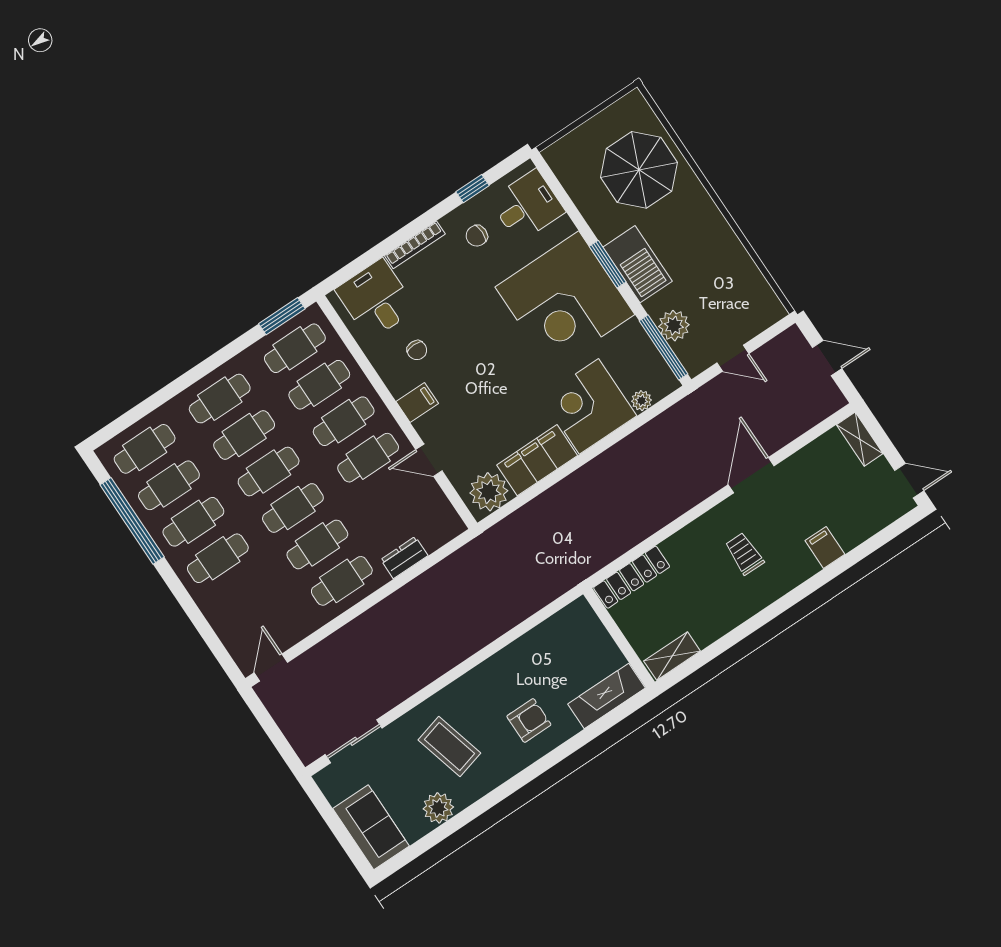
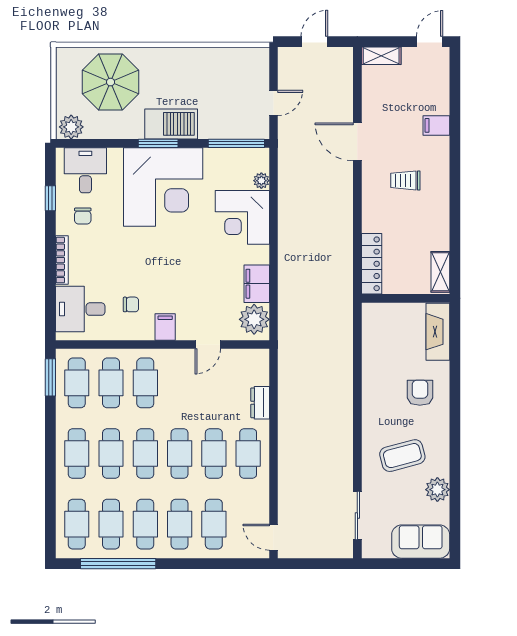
plant: (674, 326) -> (71, 127), moved
cafe table: (368, 458) -> (214, 524), moved
filing cabinet: (537, 460) -> (257, 284), width x0.67, depth x0.86

